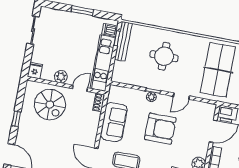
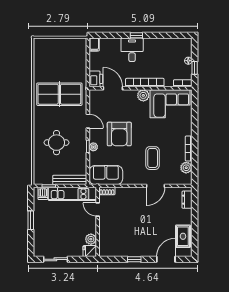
bench: (123, 41) -> (70, 180), moved
plant: (61, 77) -> (91, 239), moved
spiral stairs: (50, 105) -> (116, 233), removed
sofa: (114, 122) -> (106, 175), moved
armchair: (160, 129) -> (119, 134), turned 180

